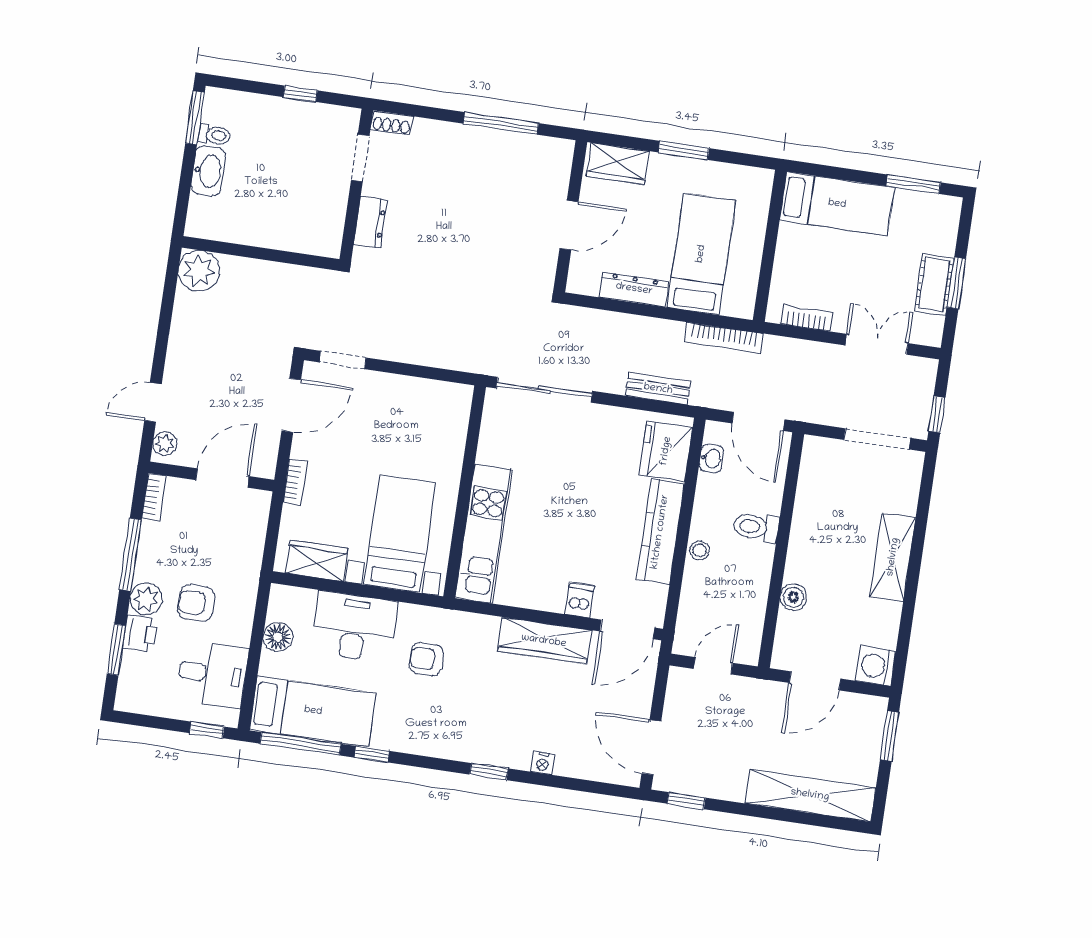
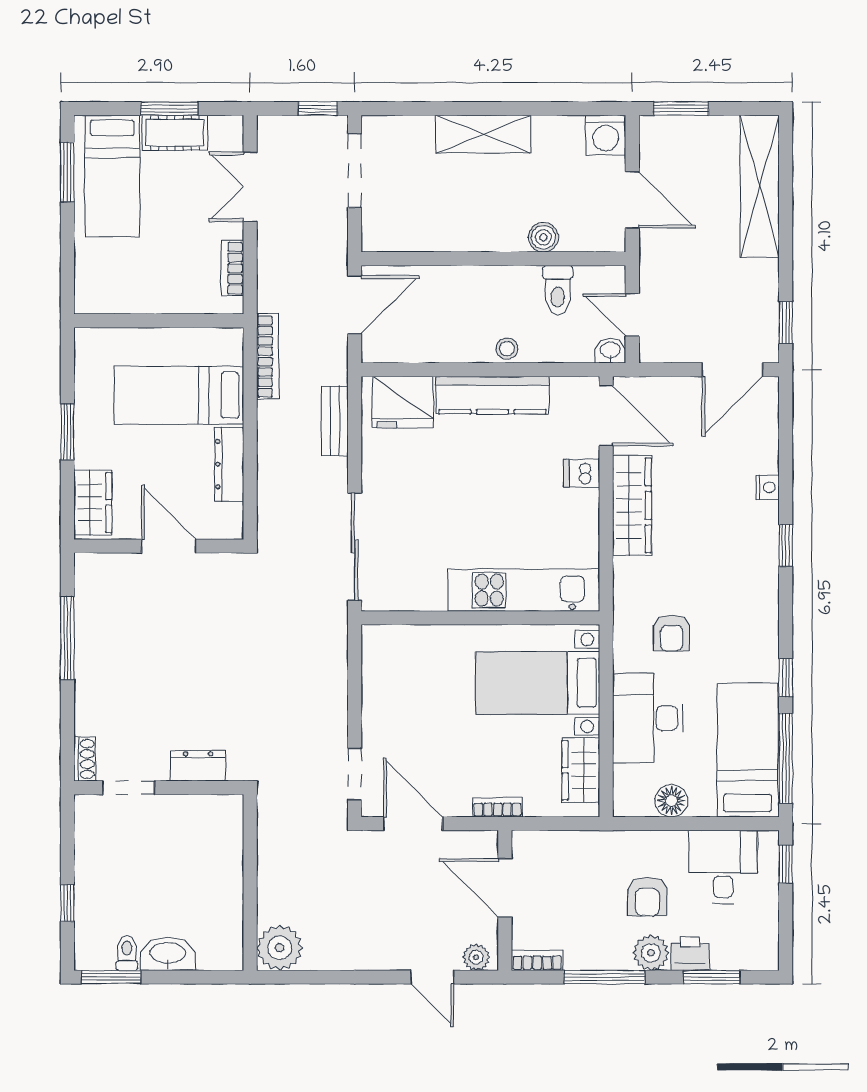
window: (300, 94) -> (67, 903), moved
bed: (837, 204) -> (112, 176), moved, turned 180
washbasin: (711, 458) -> (610, 351), moved
toilet: (756, 527) -> (558, 290), moved

